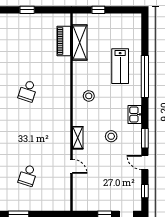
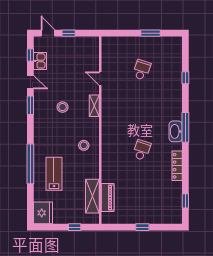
fridge: (132, 25) -> (43, 213), added
kitchen sink: (135, 114) -> (40, 61), moved

